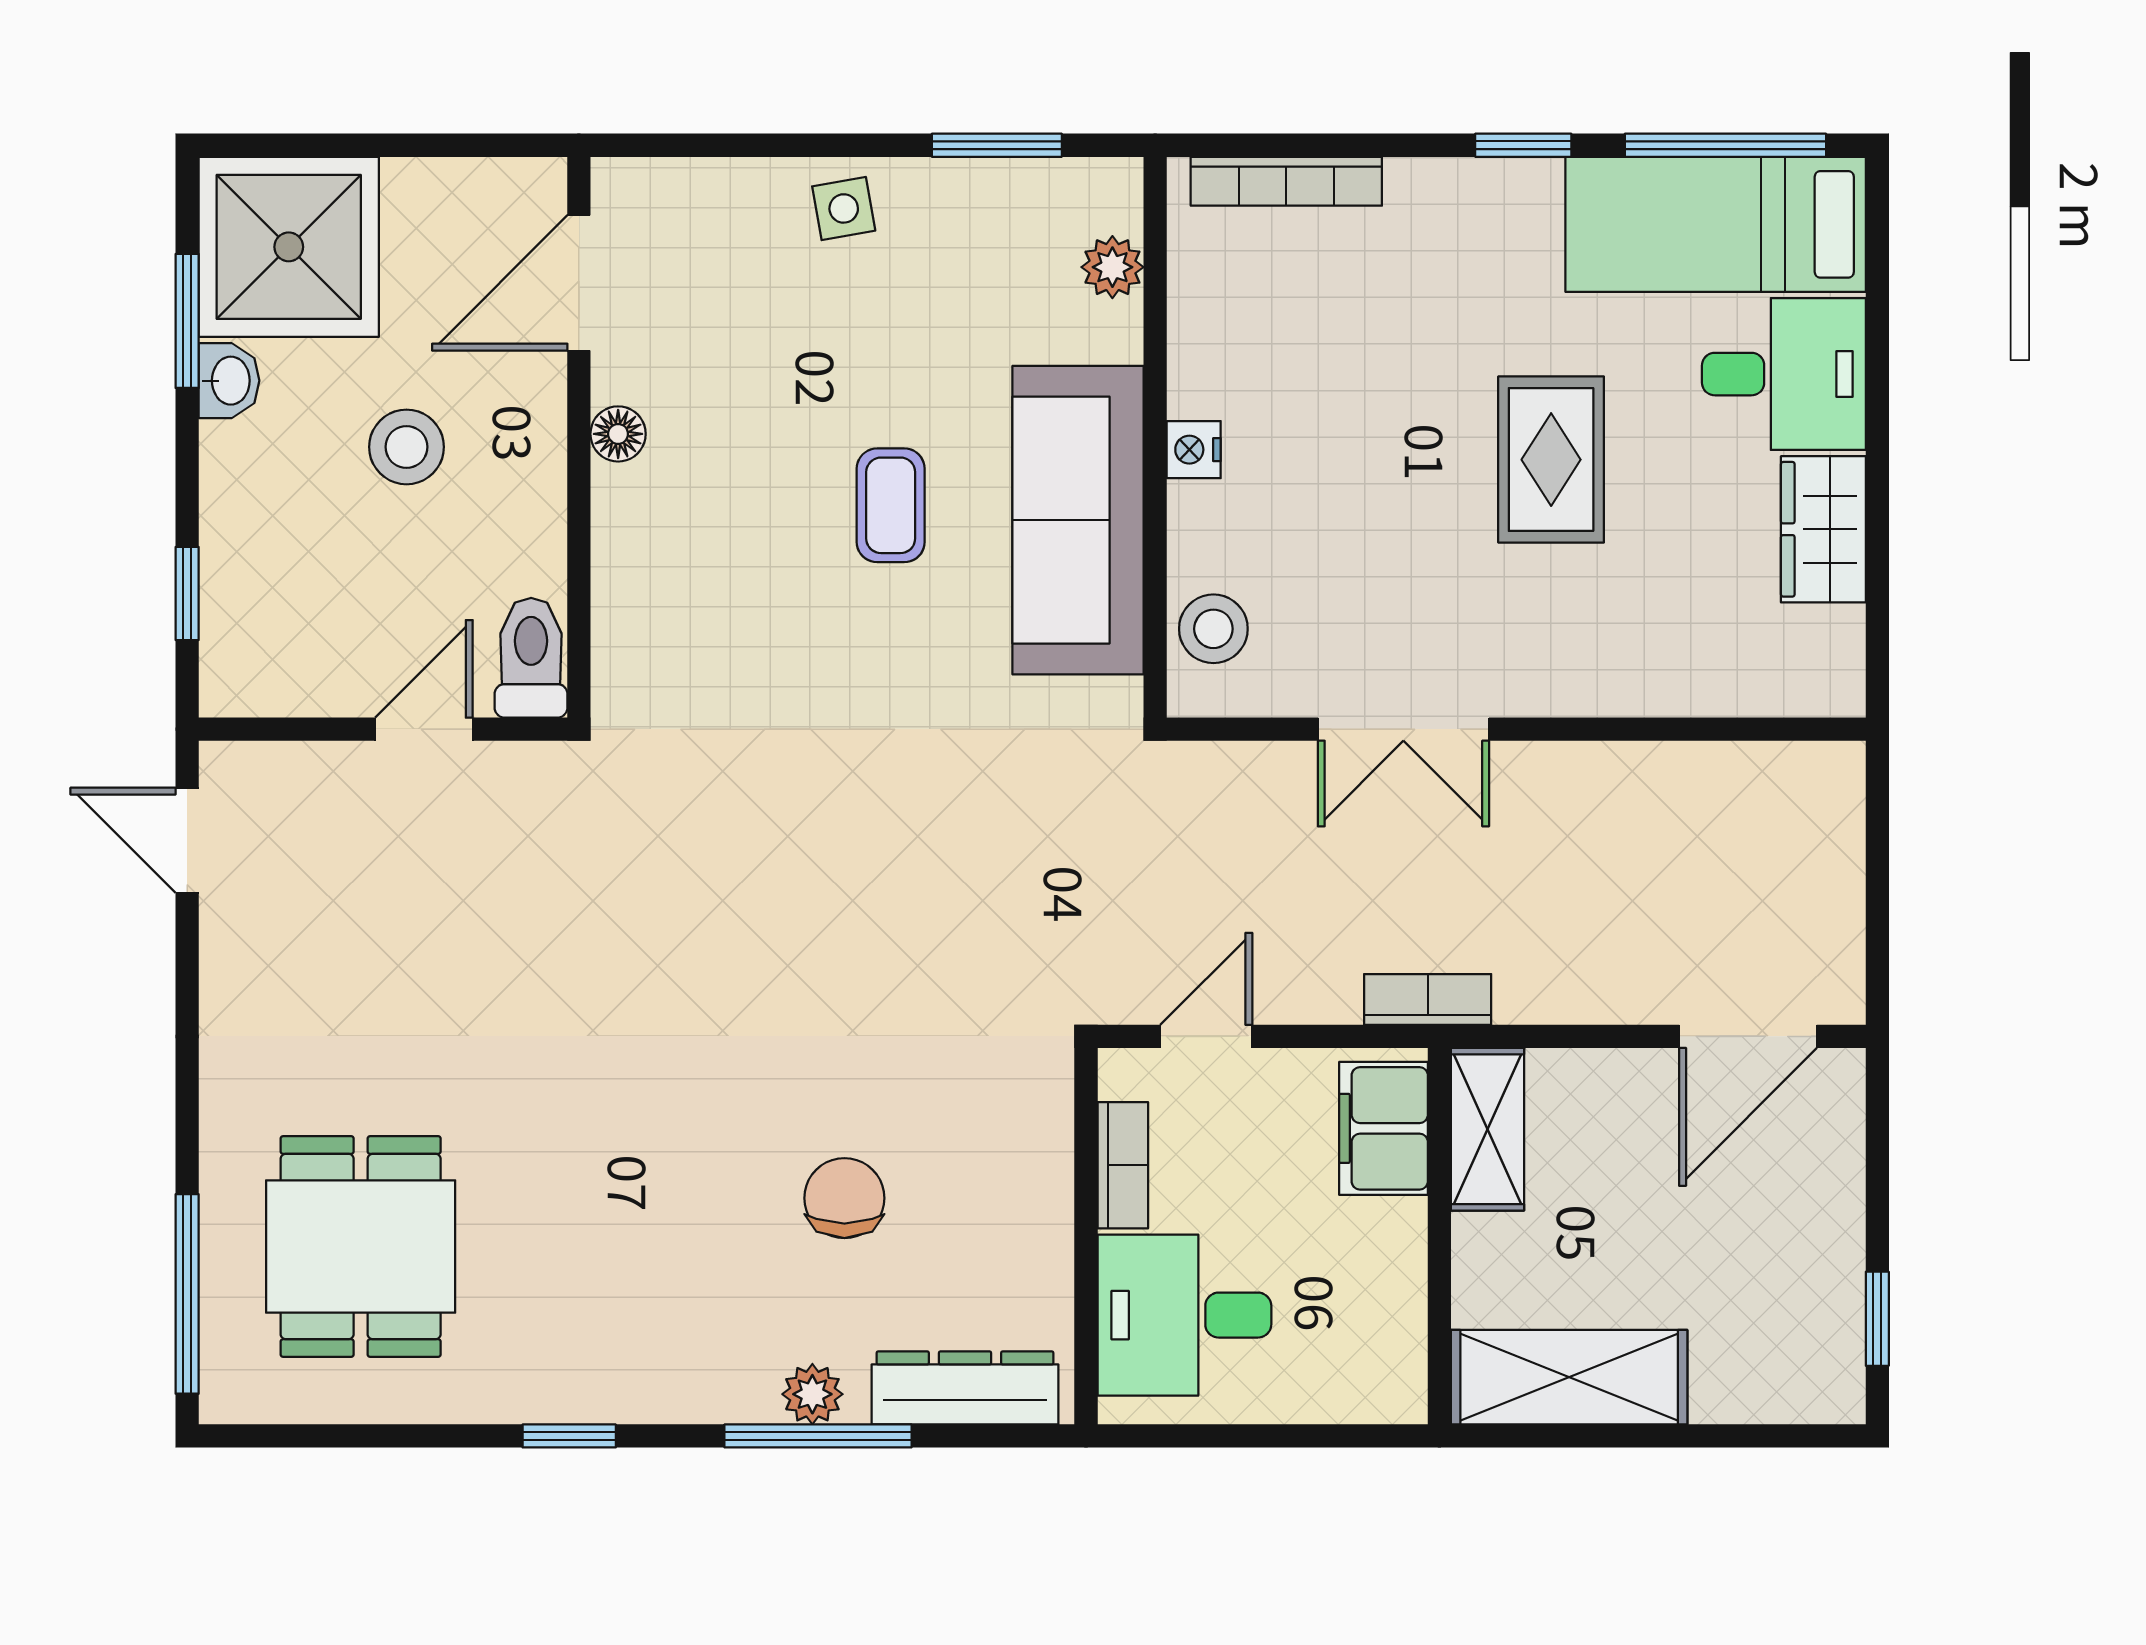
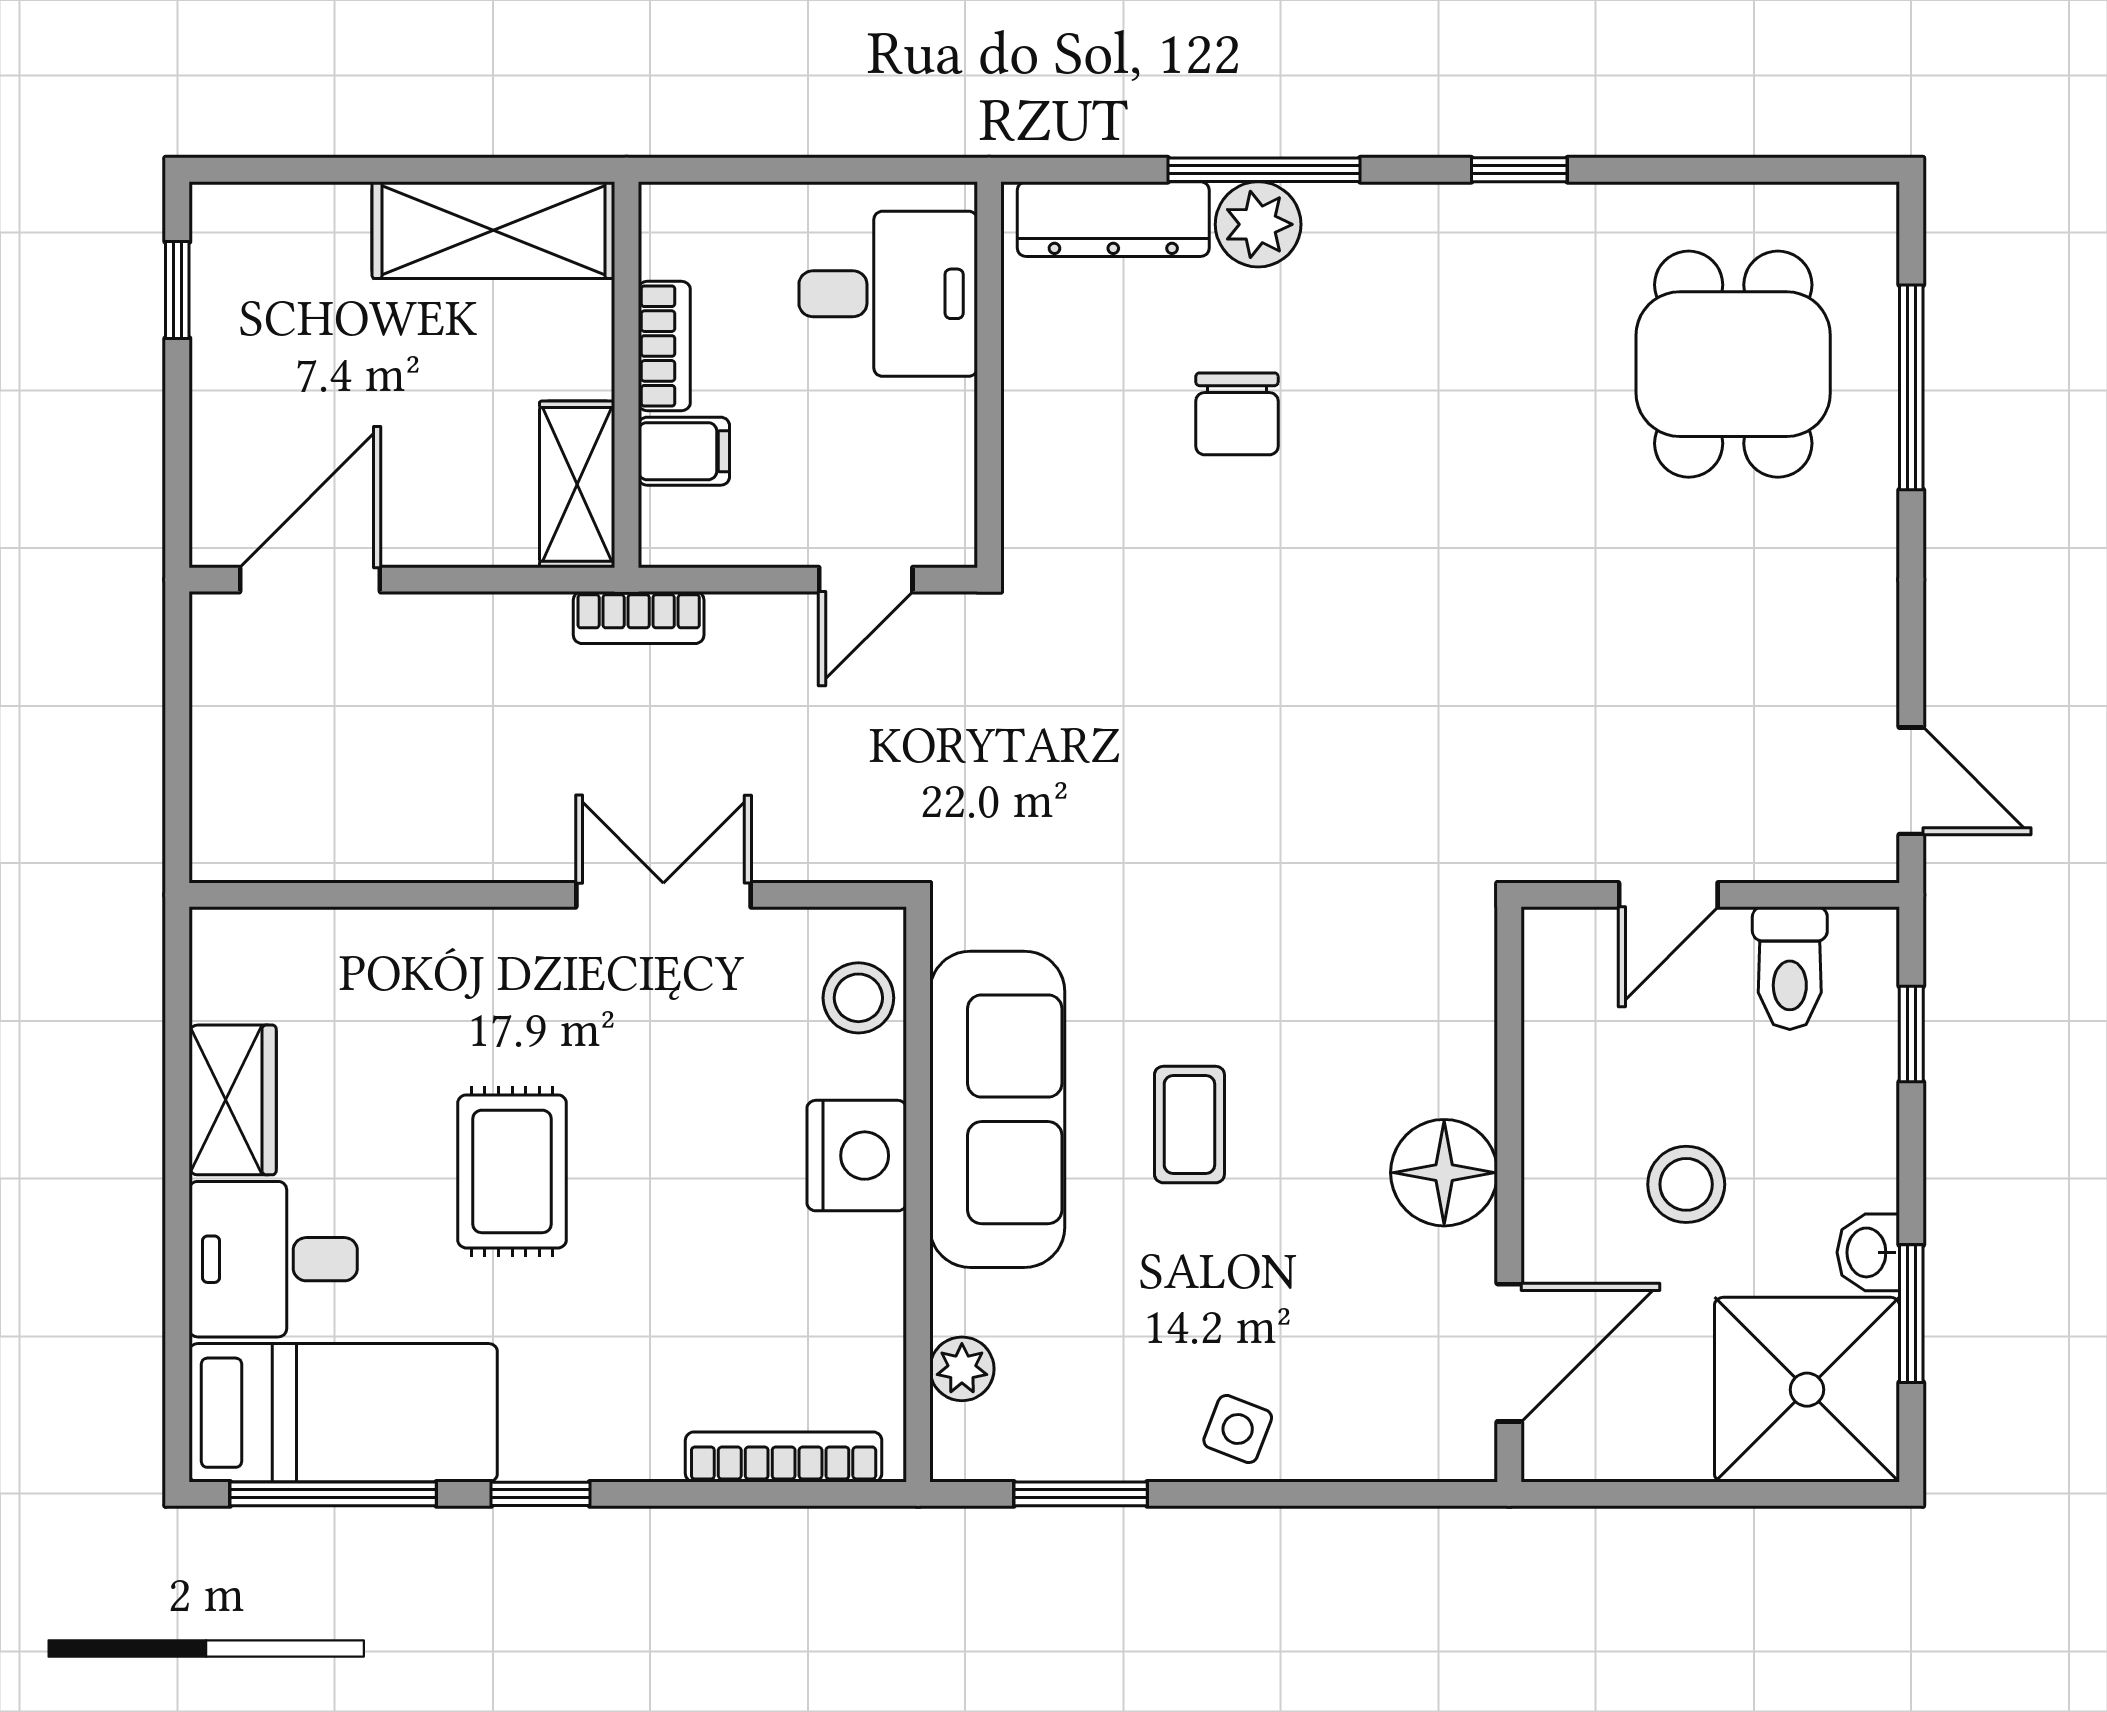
side table: (844, 208) -> (1238, 1429), turned 31
floor lamp: (618, 434) -> (1444, 1173), width x1.89, depth x1.89
nightstand: (1194, 450) -> (857, 1156), width x1.89, depth x1.79
toilet: (531, 658) -> (1790, 968), moved
filing cabinet: (1384, 1128) -> (684, 451), width x0.50
bookcase: (1123, 1165) -> (664, 346), moved, turned 180
window: (187, 1294) -> (1911, 387), moved
plant: (812, 1394) -> (1258, 224), width x1.38, depth x1.38

